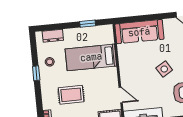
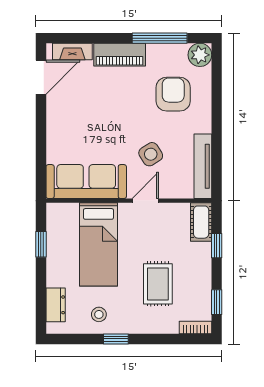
sofa: (139, 32) -> (86, 182), moved, turned -90
side table: (164, 69) -> (151, 154), moved
door: (121, 95) -> (145, 201), moved

